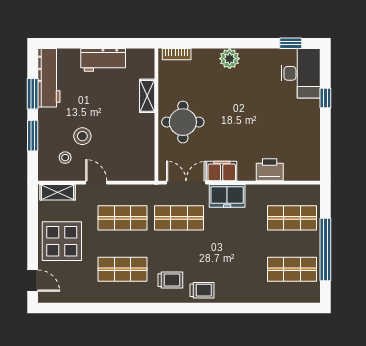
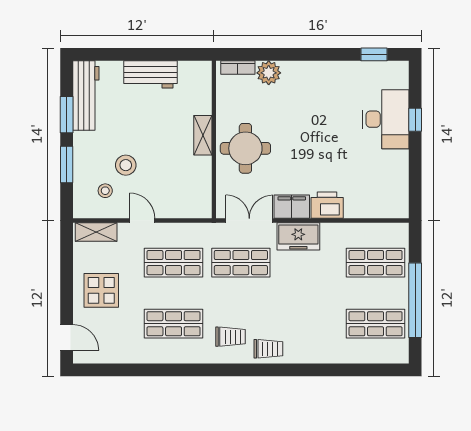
plant: (230, 59) -> (269, 73), moved
desk: (301, 73) -> (386, 119), moved
shelving: (147, 96) -> (203, 135), moved
printer: (270, 170) -> (327, 205), moved
display table: (62, 241) -> (101, 290), width x0.73, depth x0.73

